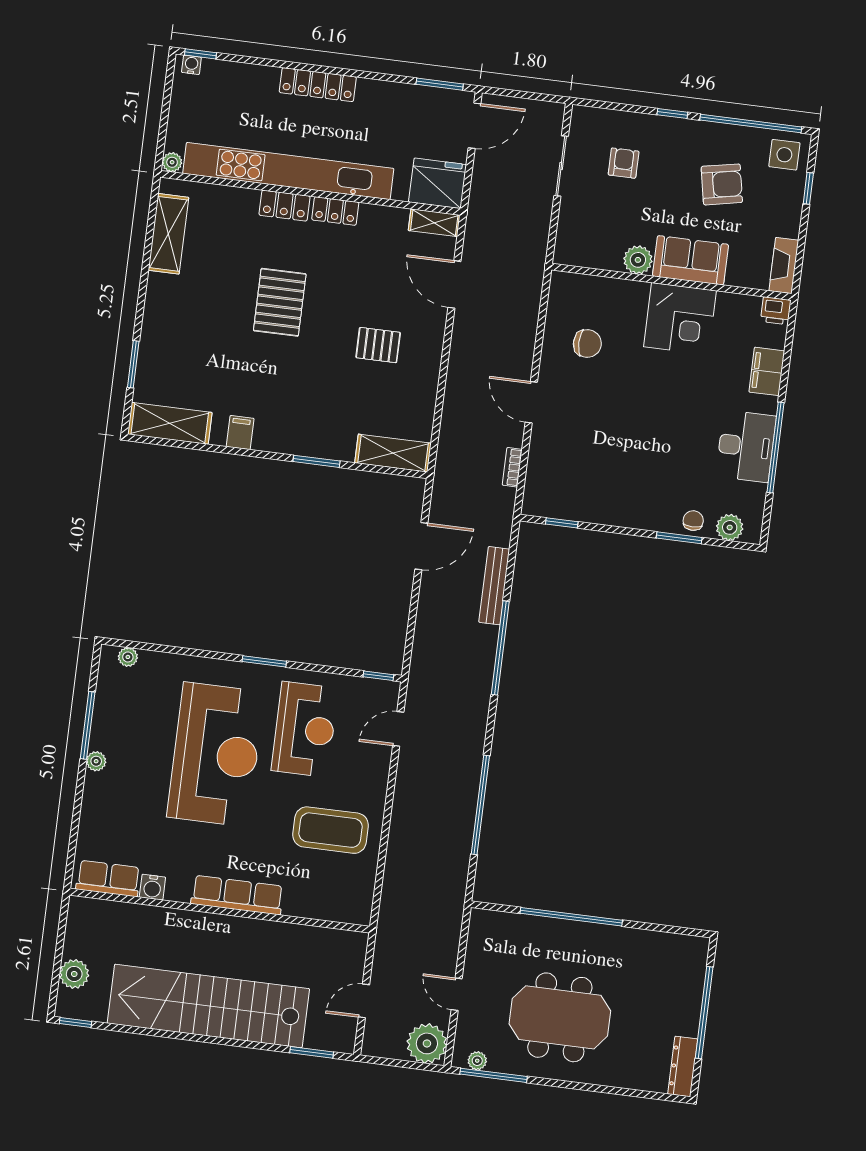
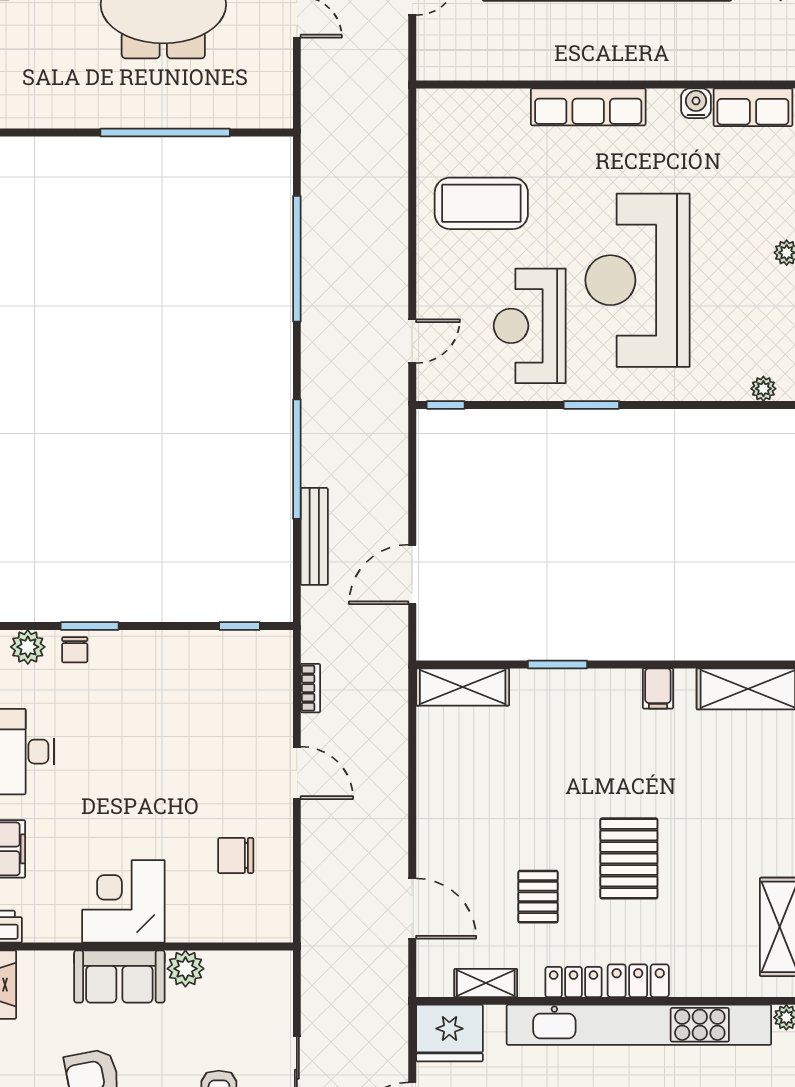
shelving: (434, 223) -> (486, 983), moved
pallet: (378, 345) -> (538, 897), moved, turned 90

